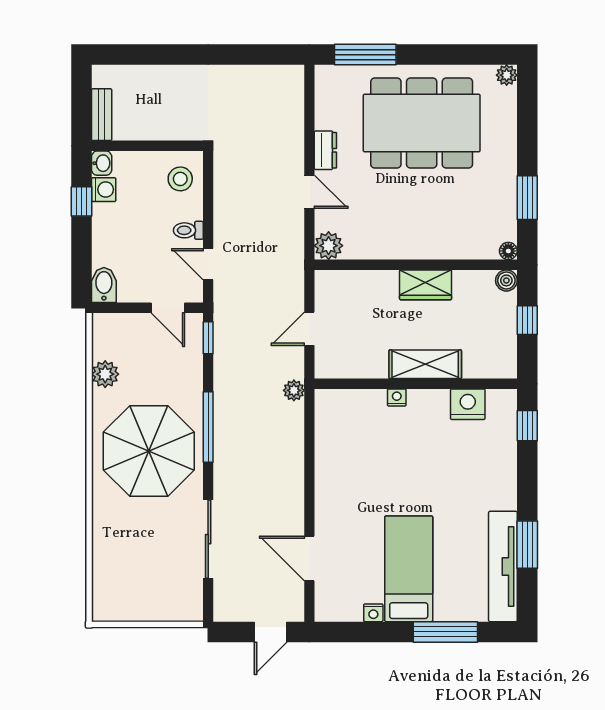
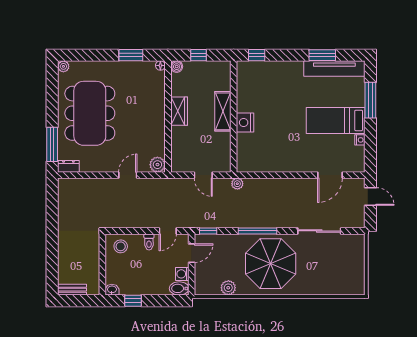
bench: (102, 115) -> (72, 290), moved
dresser: (325, 150) -> (68, 166), moved
washing machine: (104, 190) -> (182, 274), moved, turned -90
nightstand: (397, 398) -> (245, 122), width x1.89, depth x1.79
nightstand: (468, 404) -> (245, 88), removed

